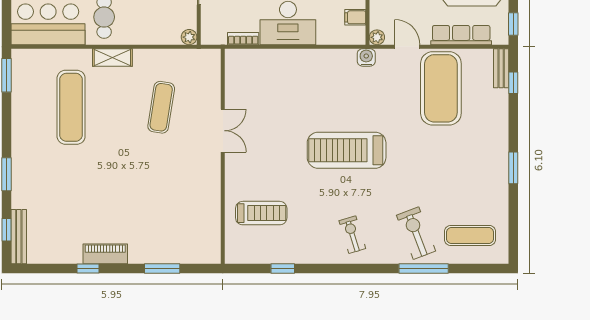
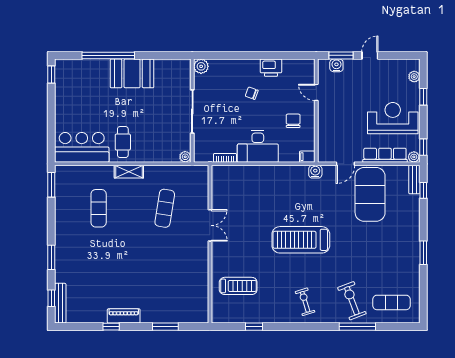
filing cabinet: (355, 17) -> (307, 157), moved
plant: (377, 37) -> (414, 157), moved
door: (407, 47) -> (345, 164), swing flipped
exercise mat: (71, 107) -> (99, 208), width x0.73, depth x0.69

